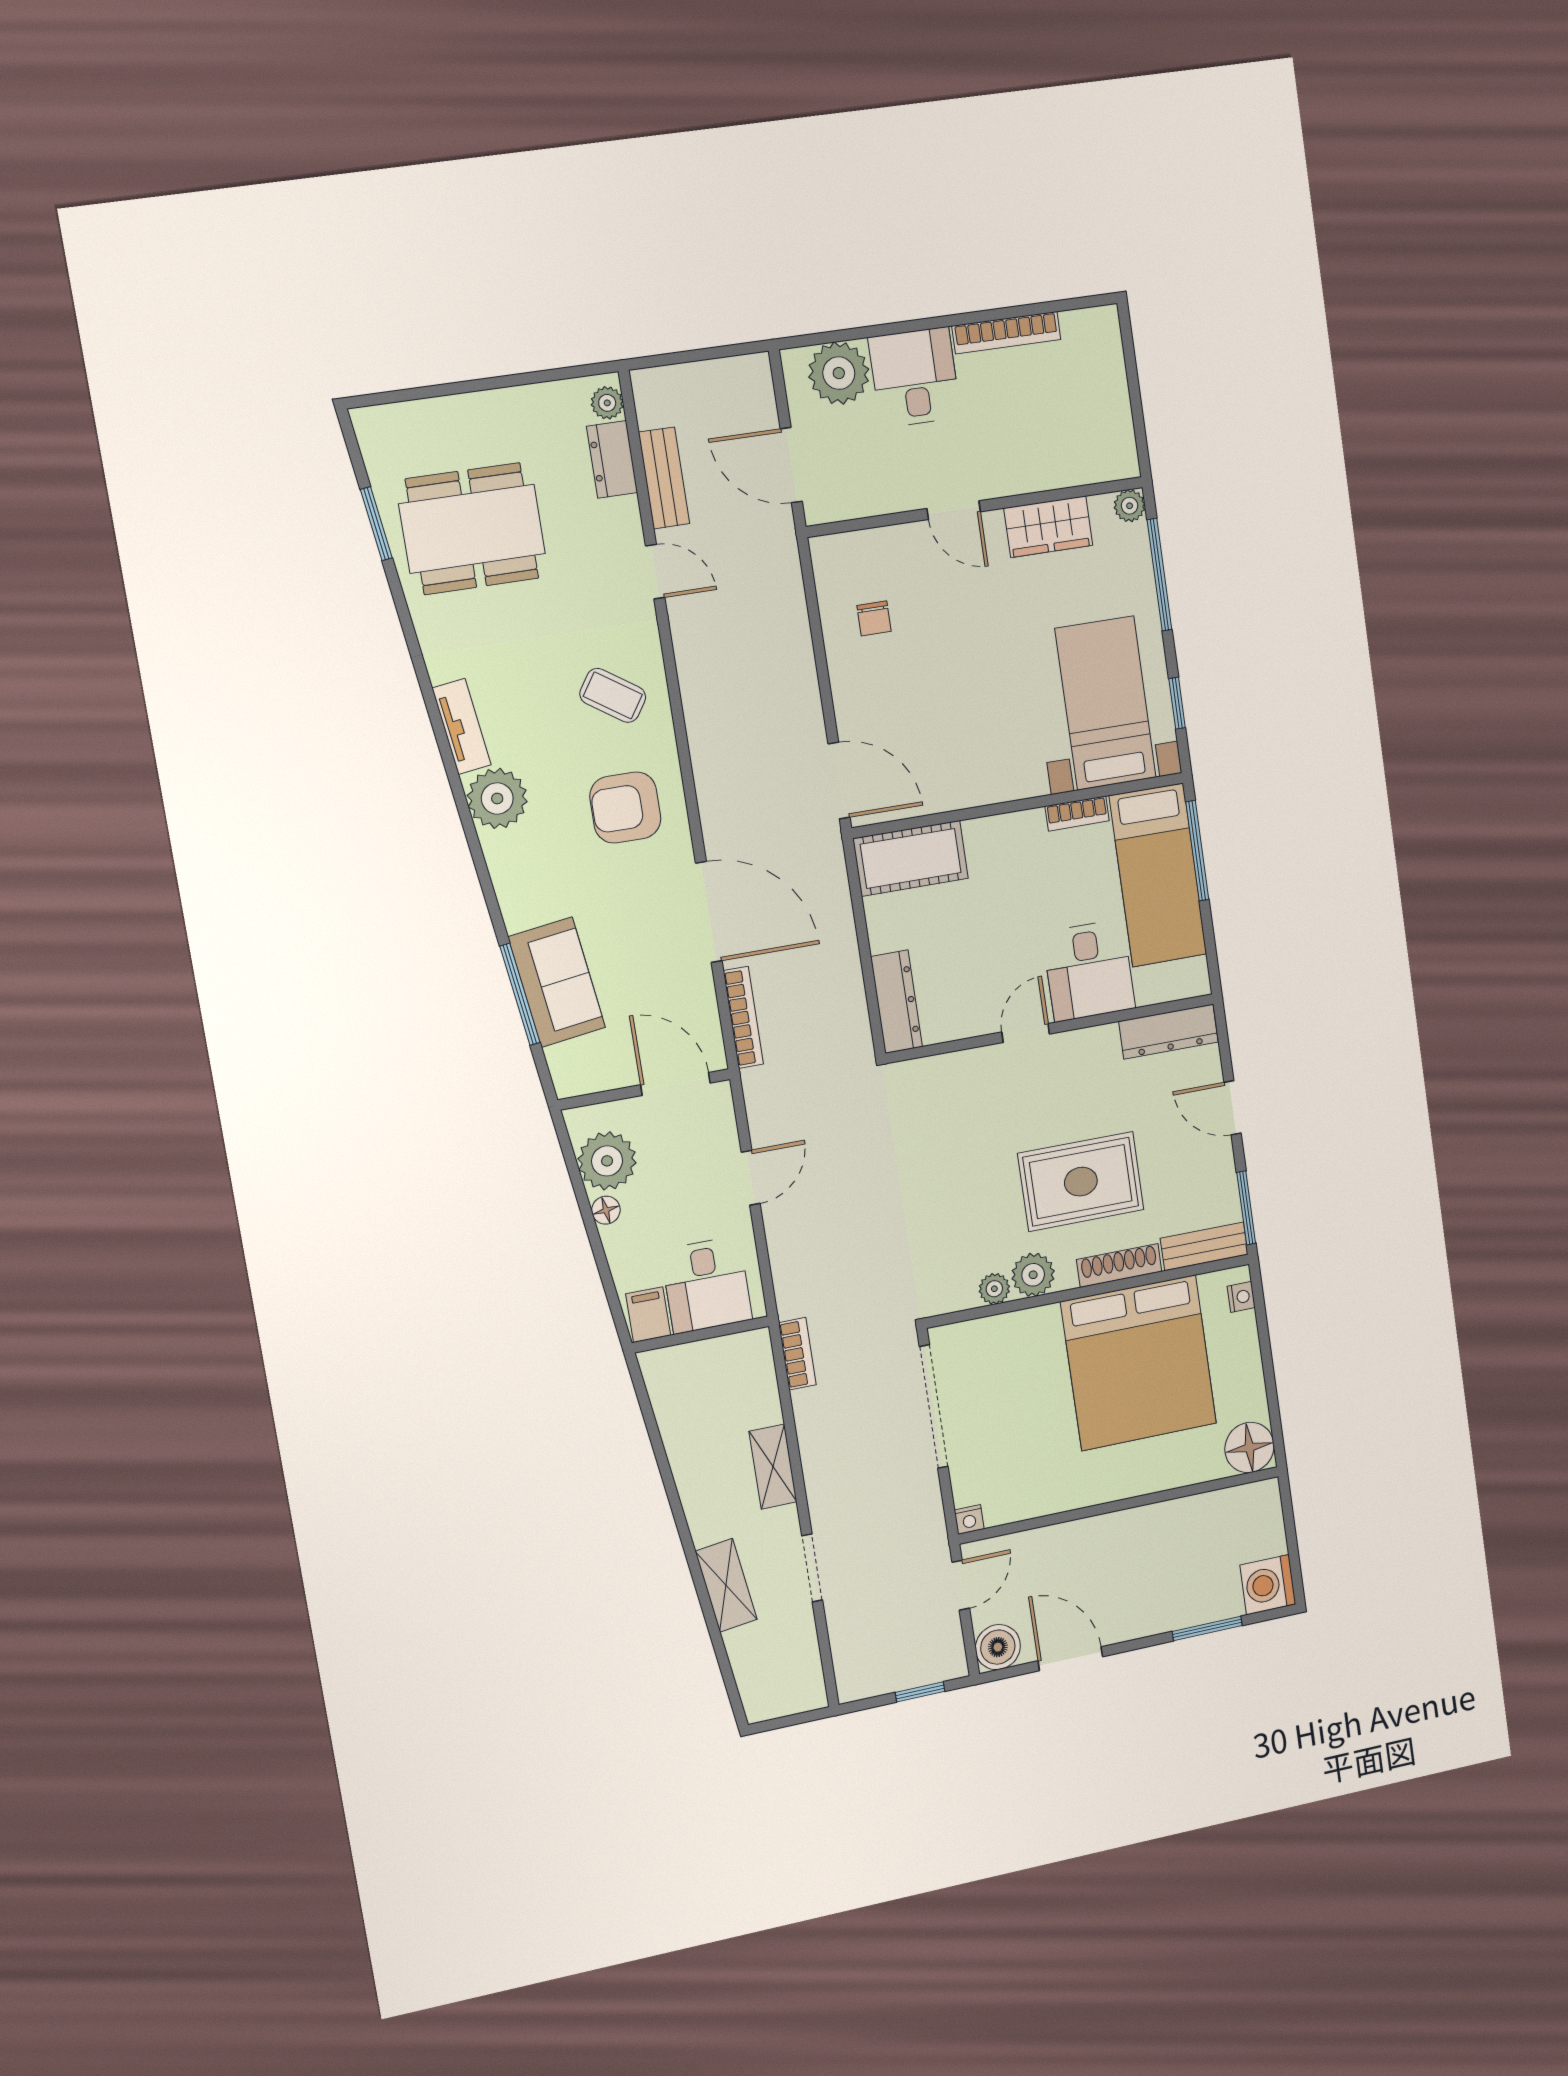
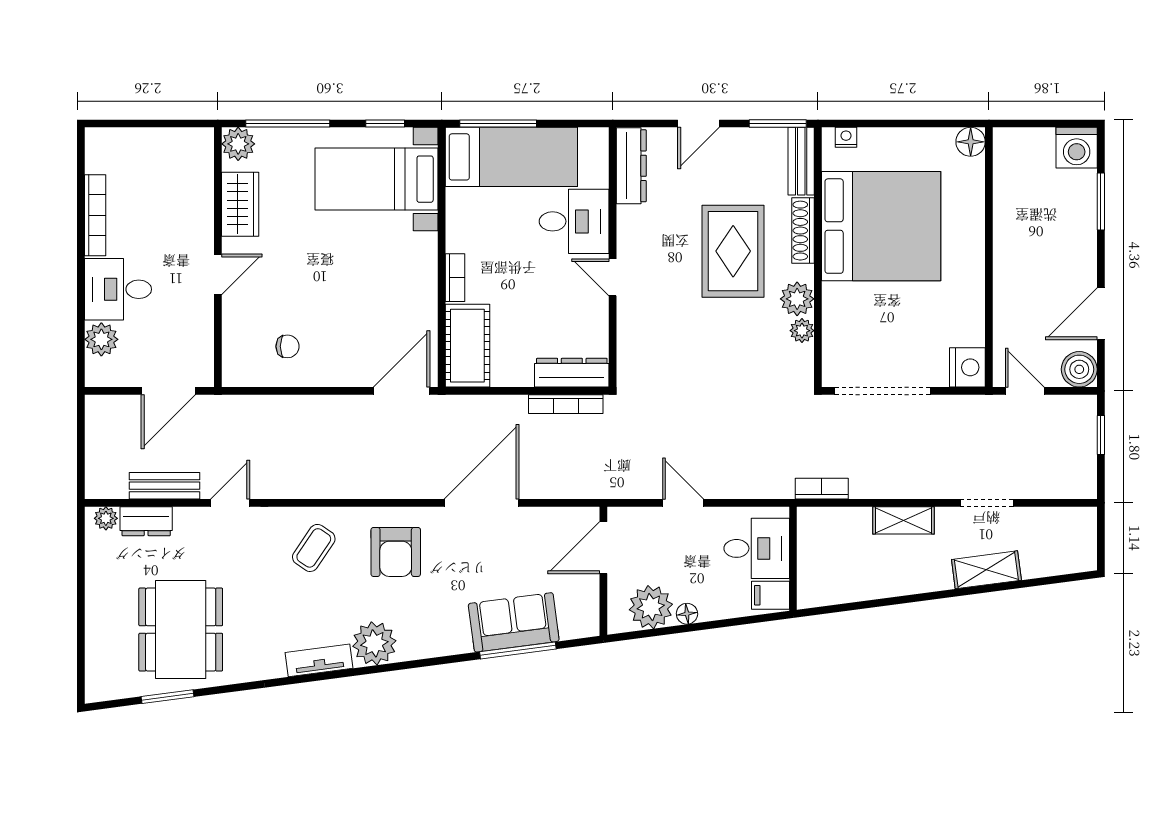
plant: (839, 373) -> (101, 339), width x0.73, depth x0.73
plant: (1130, 506) -> (238, 144), width x1.38, depth x1.38
bookcase: (1077, 813) -> (455, 278), moved
bookcase: (743, 1017) -> (566, 404), moved, turned 180
floor lamp: (1249, 1447) -> (971, 142), width x0.73, depth x0.73
nightstand: (969, 1519) -> (967, 367), width x1.89, depth x1.79

